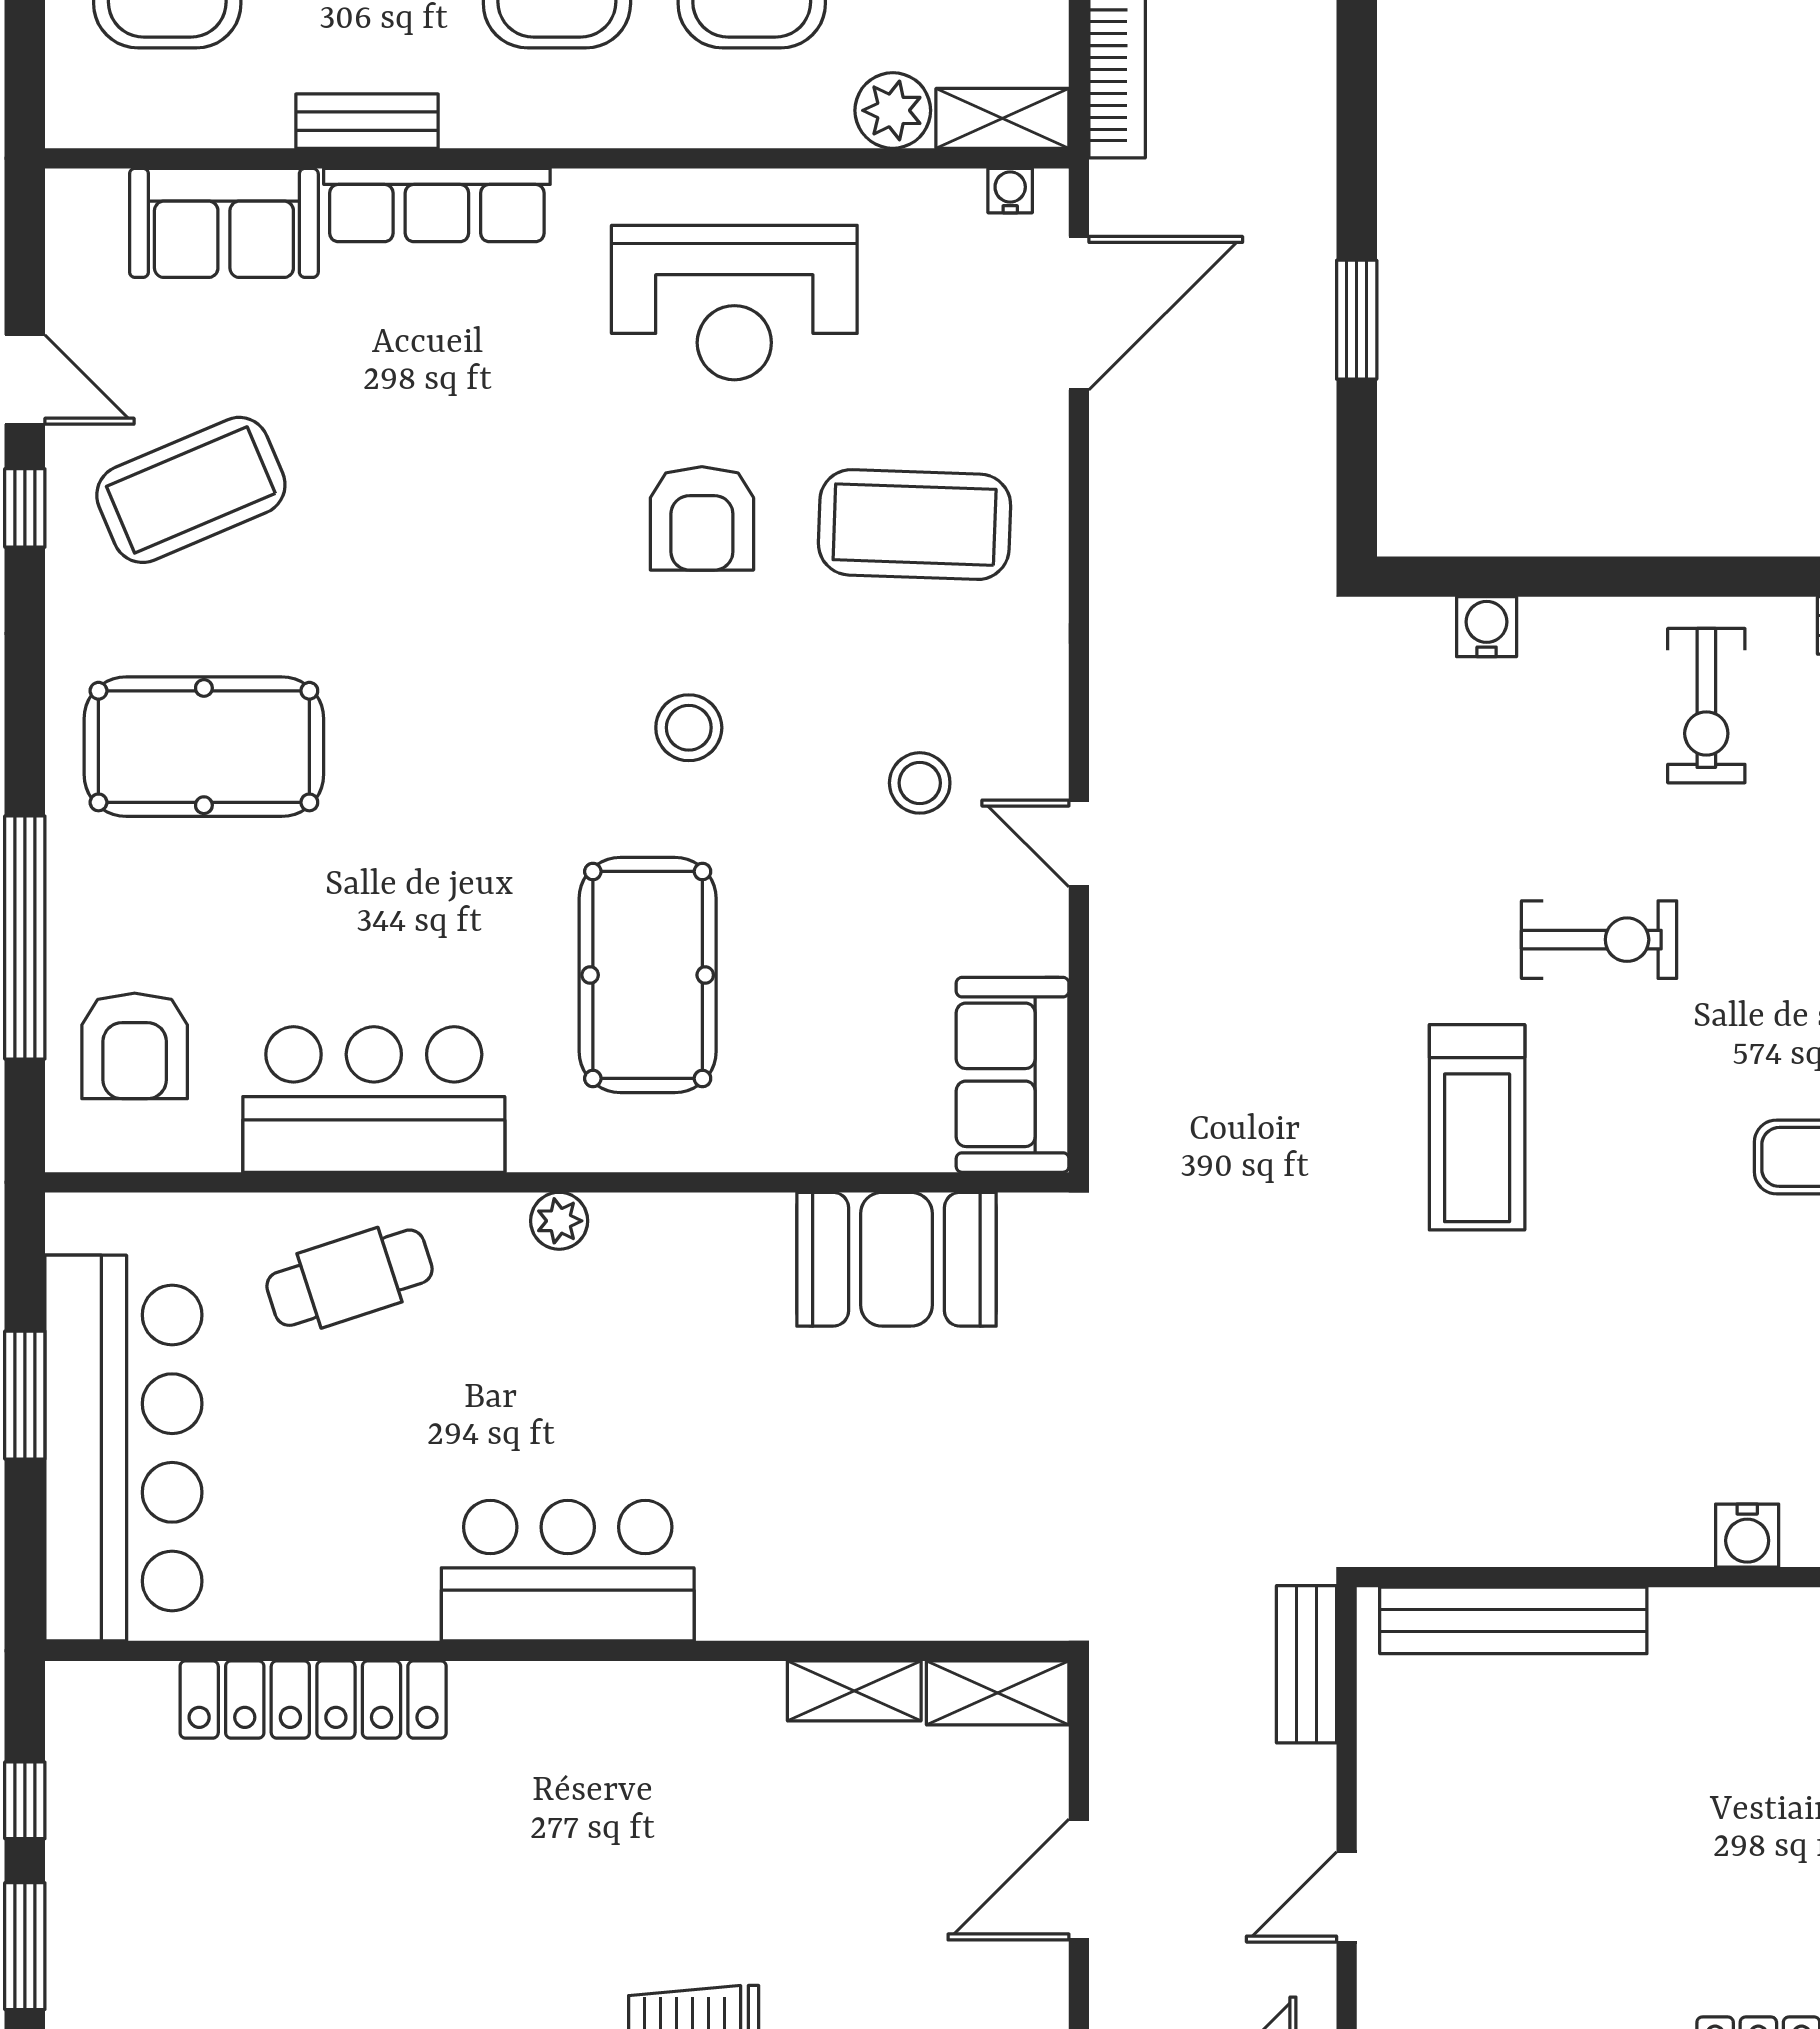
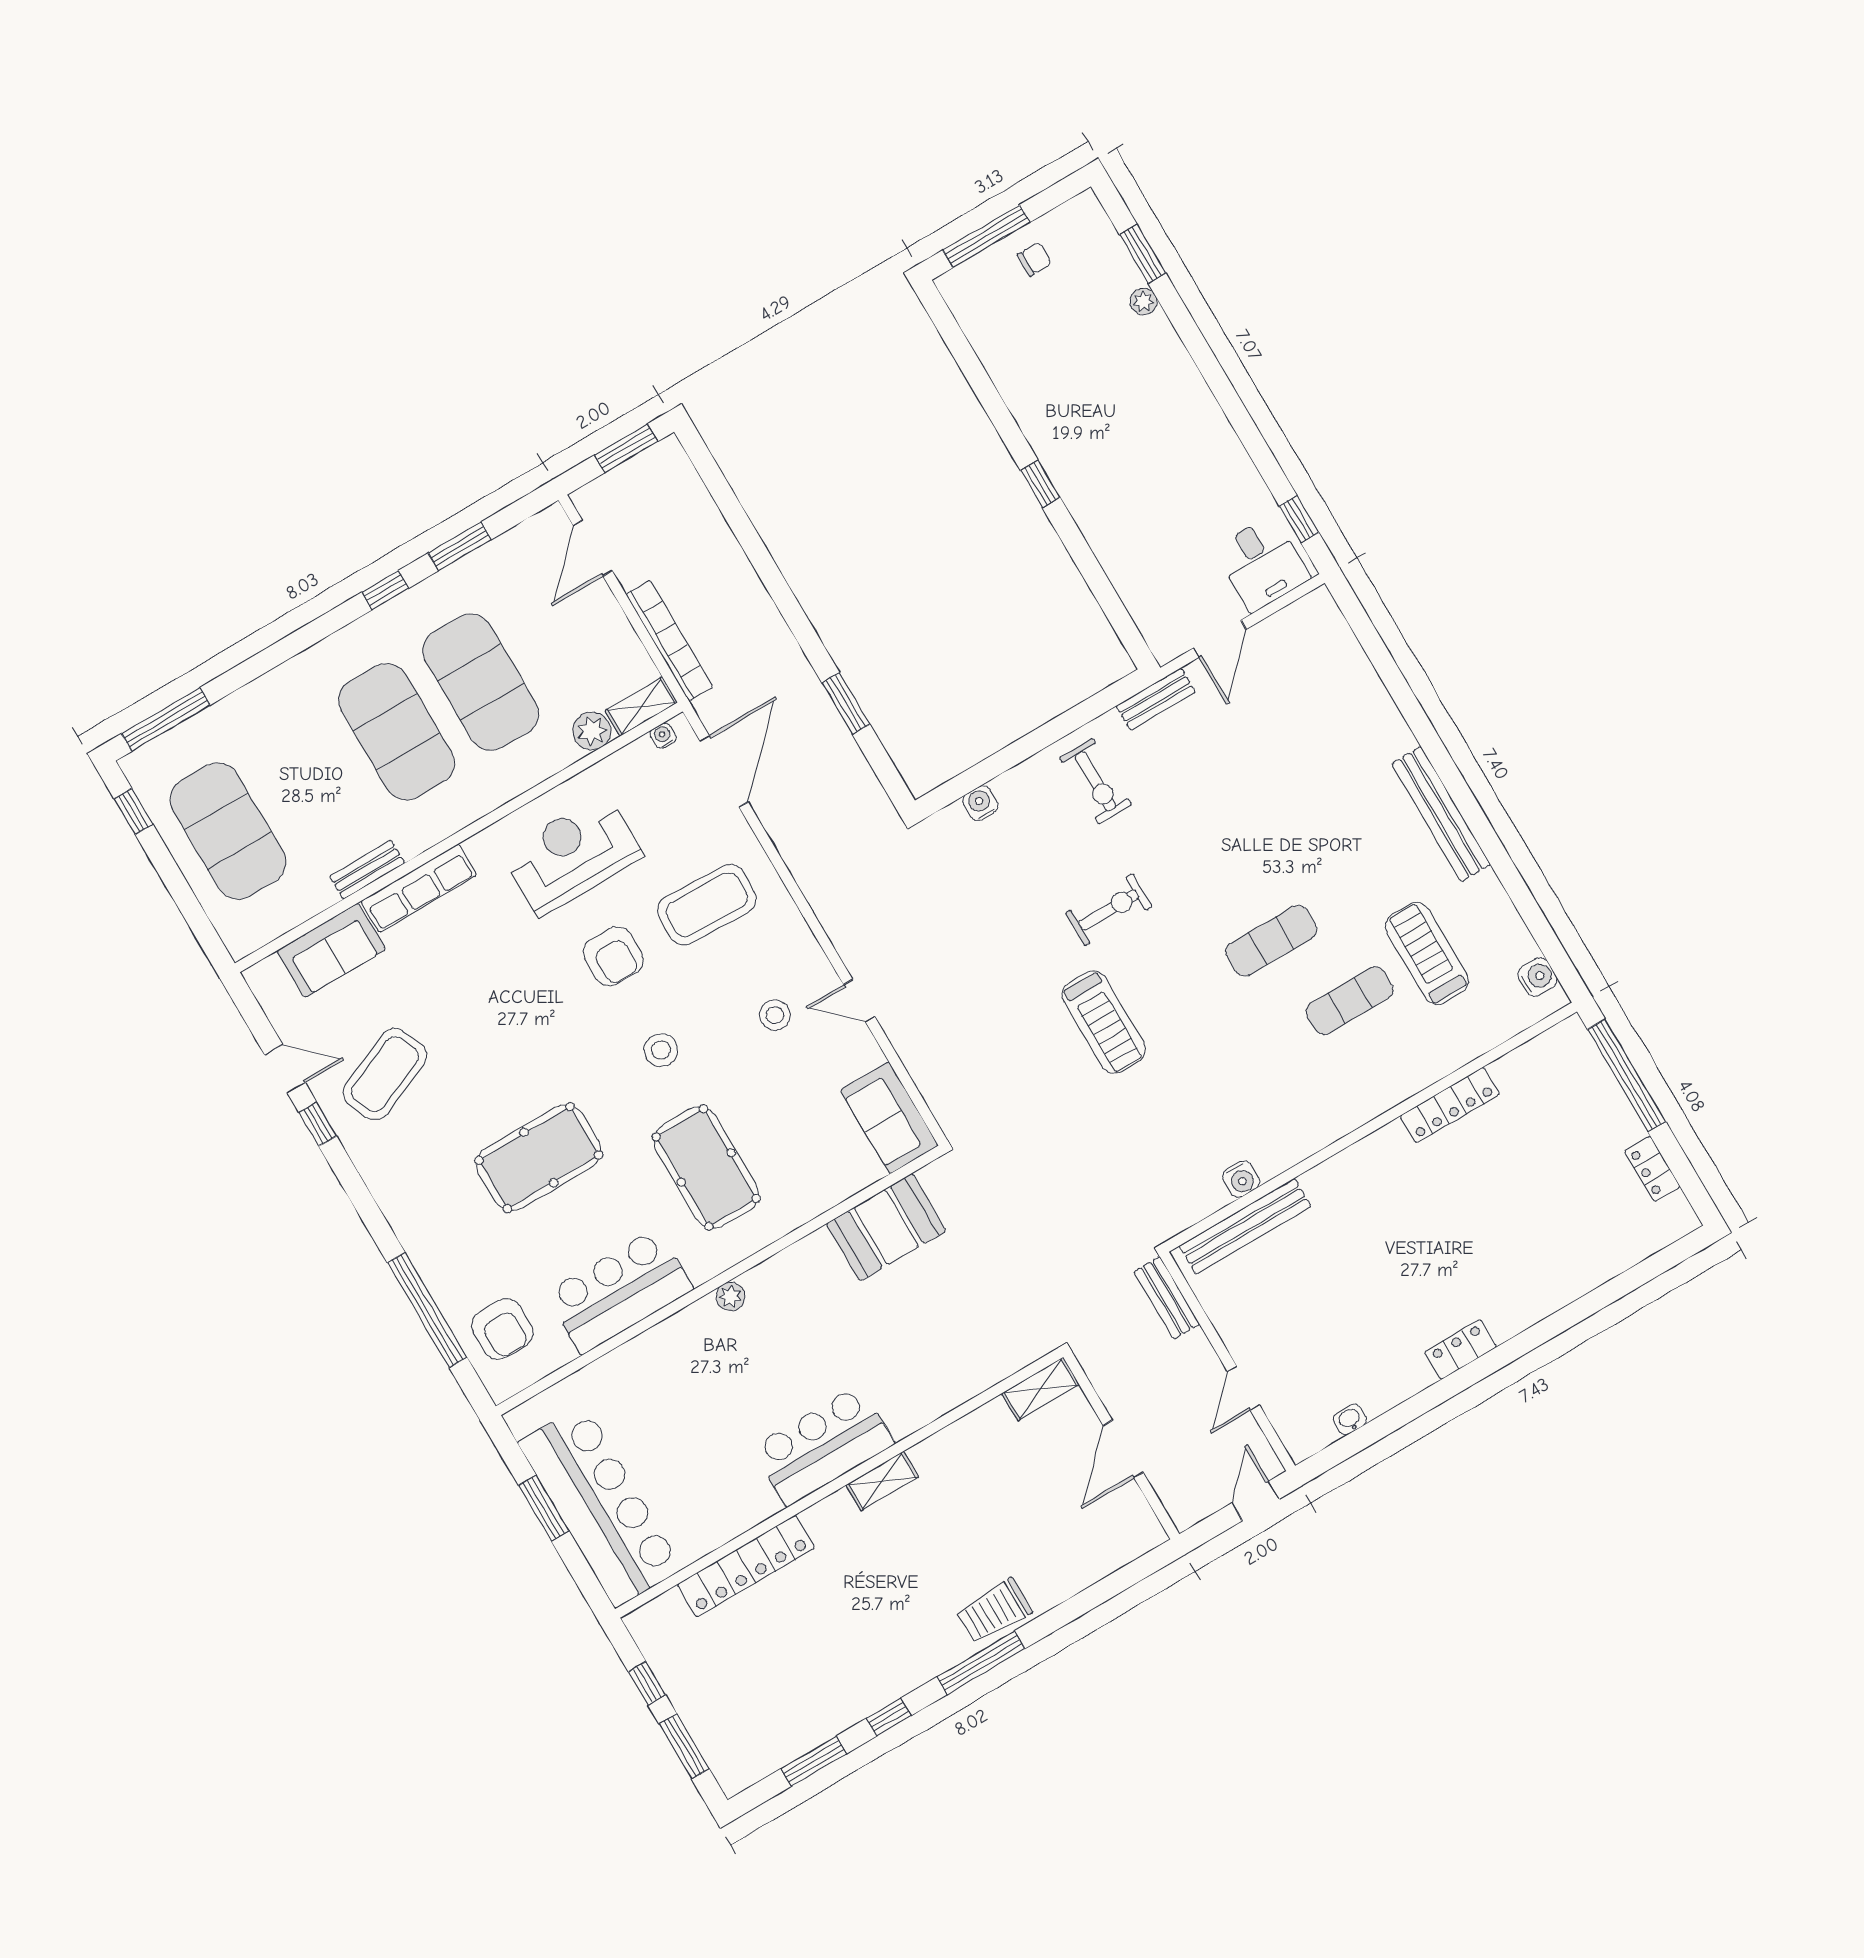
reception desk: (734, 303) -> (572, 855), turned 180
pool table: (204, 747) -> (539, 1158), moved
cafe table: (350, 1278) -> (654, 1374), removed
water cooler: (1747, 1536) -> (1241, 1179), moved
shelving: (854, 1691) -> (882, 1481), moved

